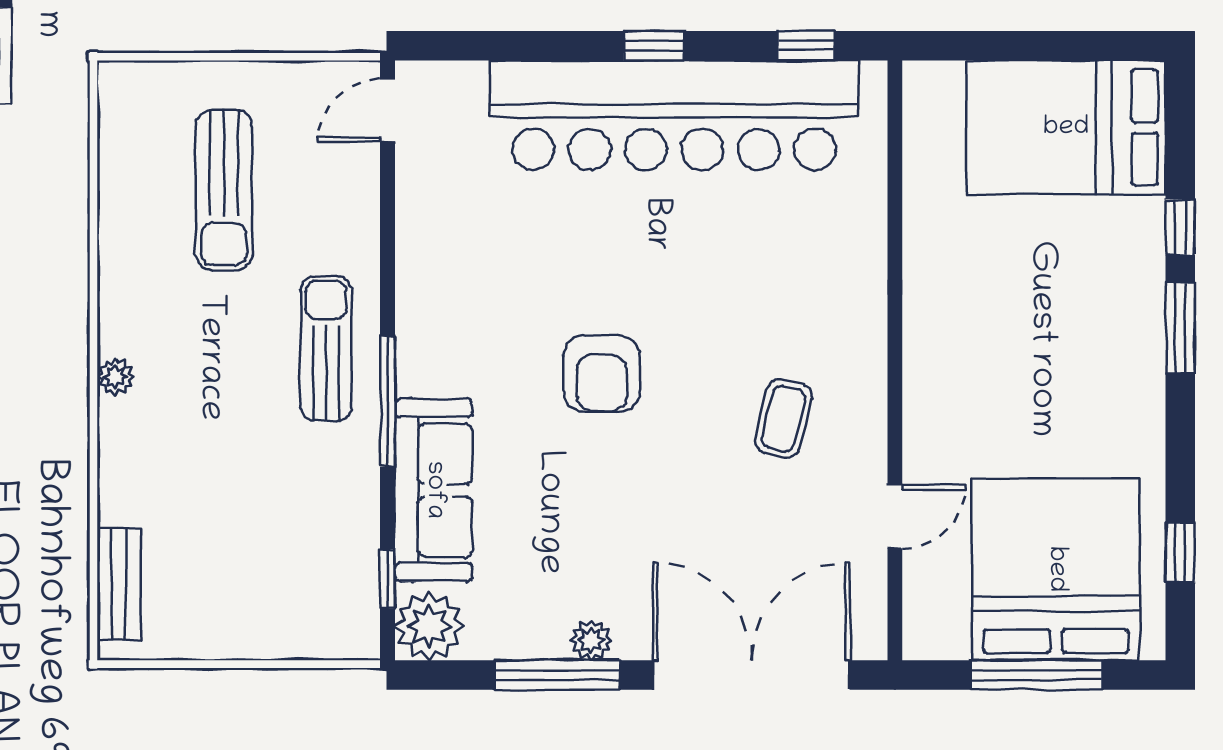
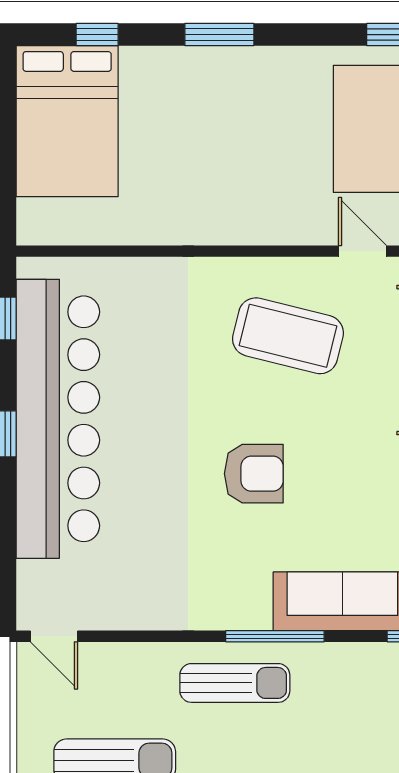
window: (1180, 227) -> (97, 35), moved
sun lounger: (326, 349) -> (235, 683), turned 180
coffee table: (783, 418) -> (288, 336), width x1.86, depth x1.72

